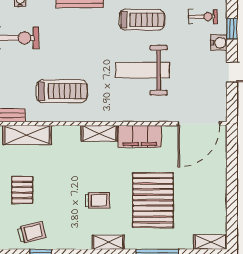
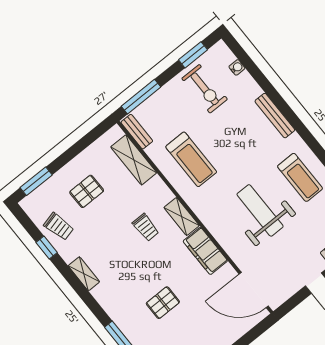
trolley: (97, 200) -> (146, 227), moved
pallet: (153, 200) -> (163, 303), width x0.49, depth x0.50
shelving: (108, 242) -> (84, 274), moved

